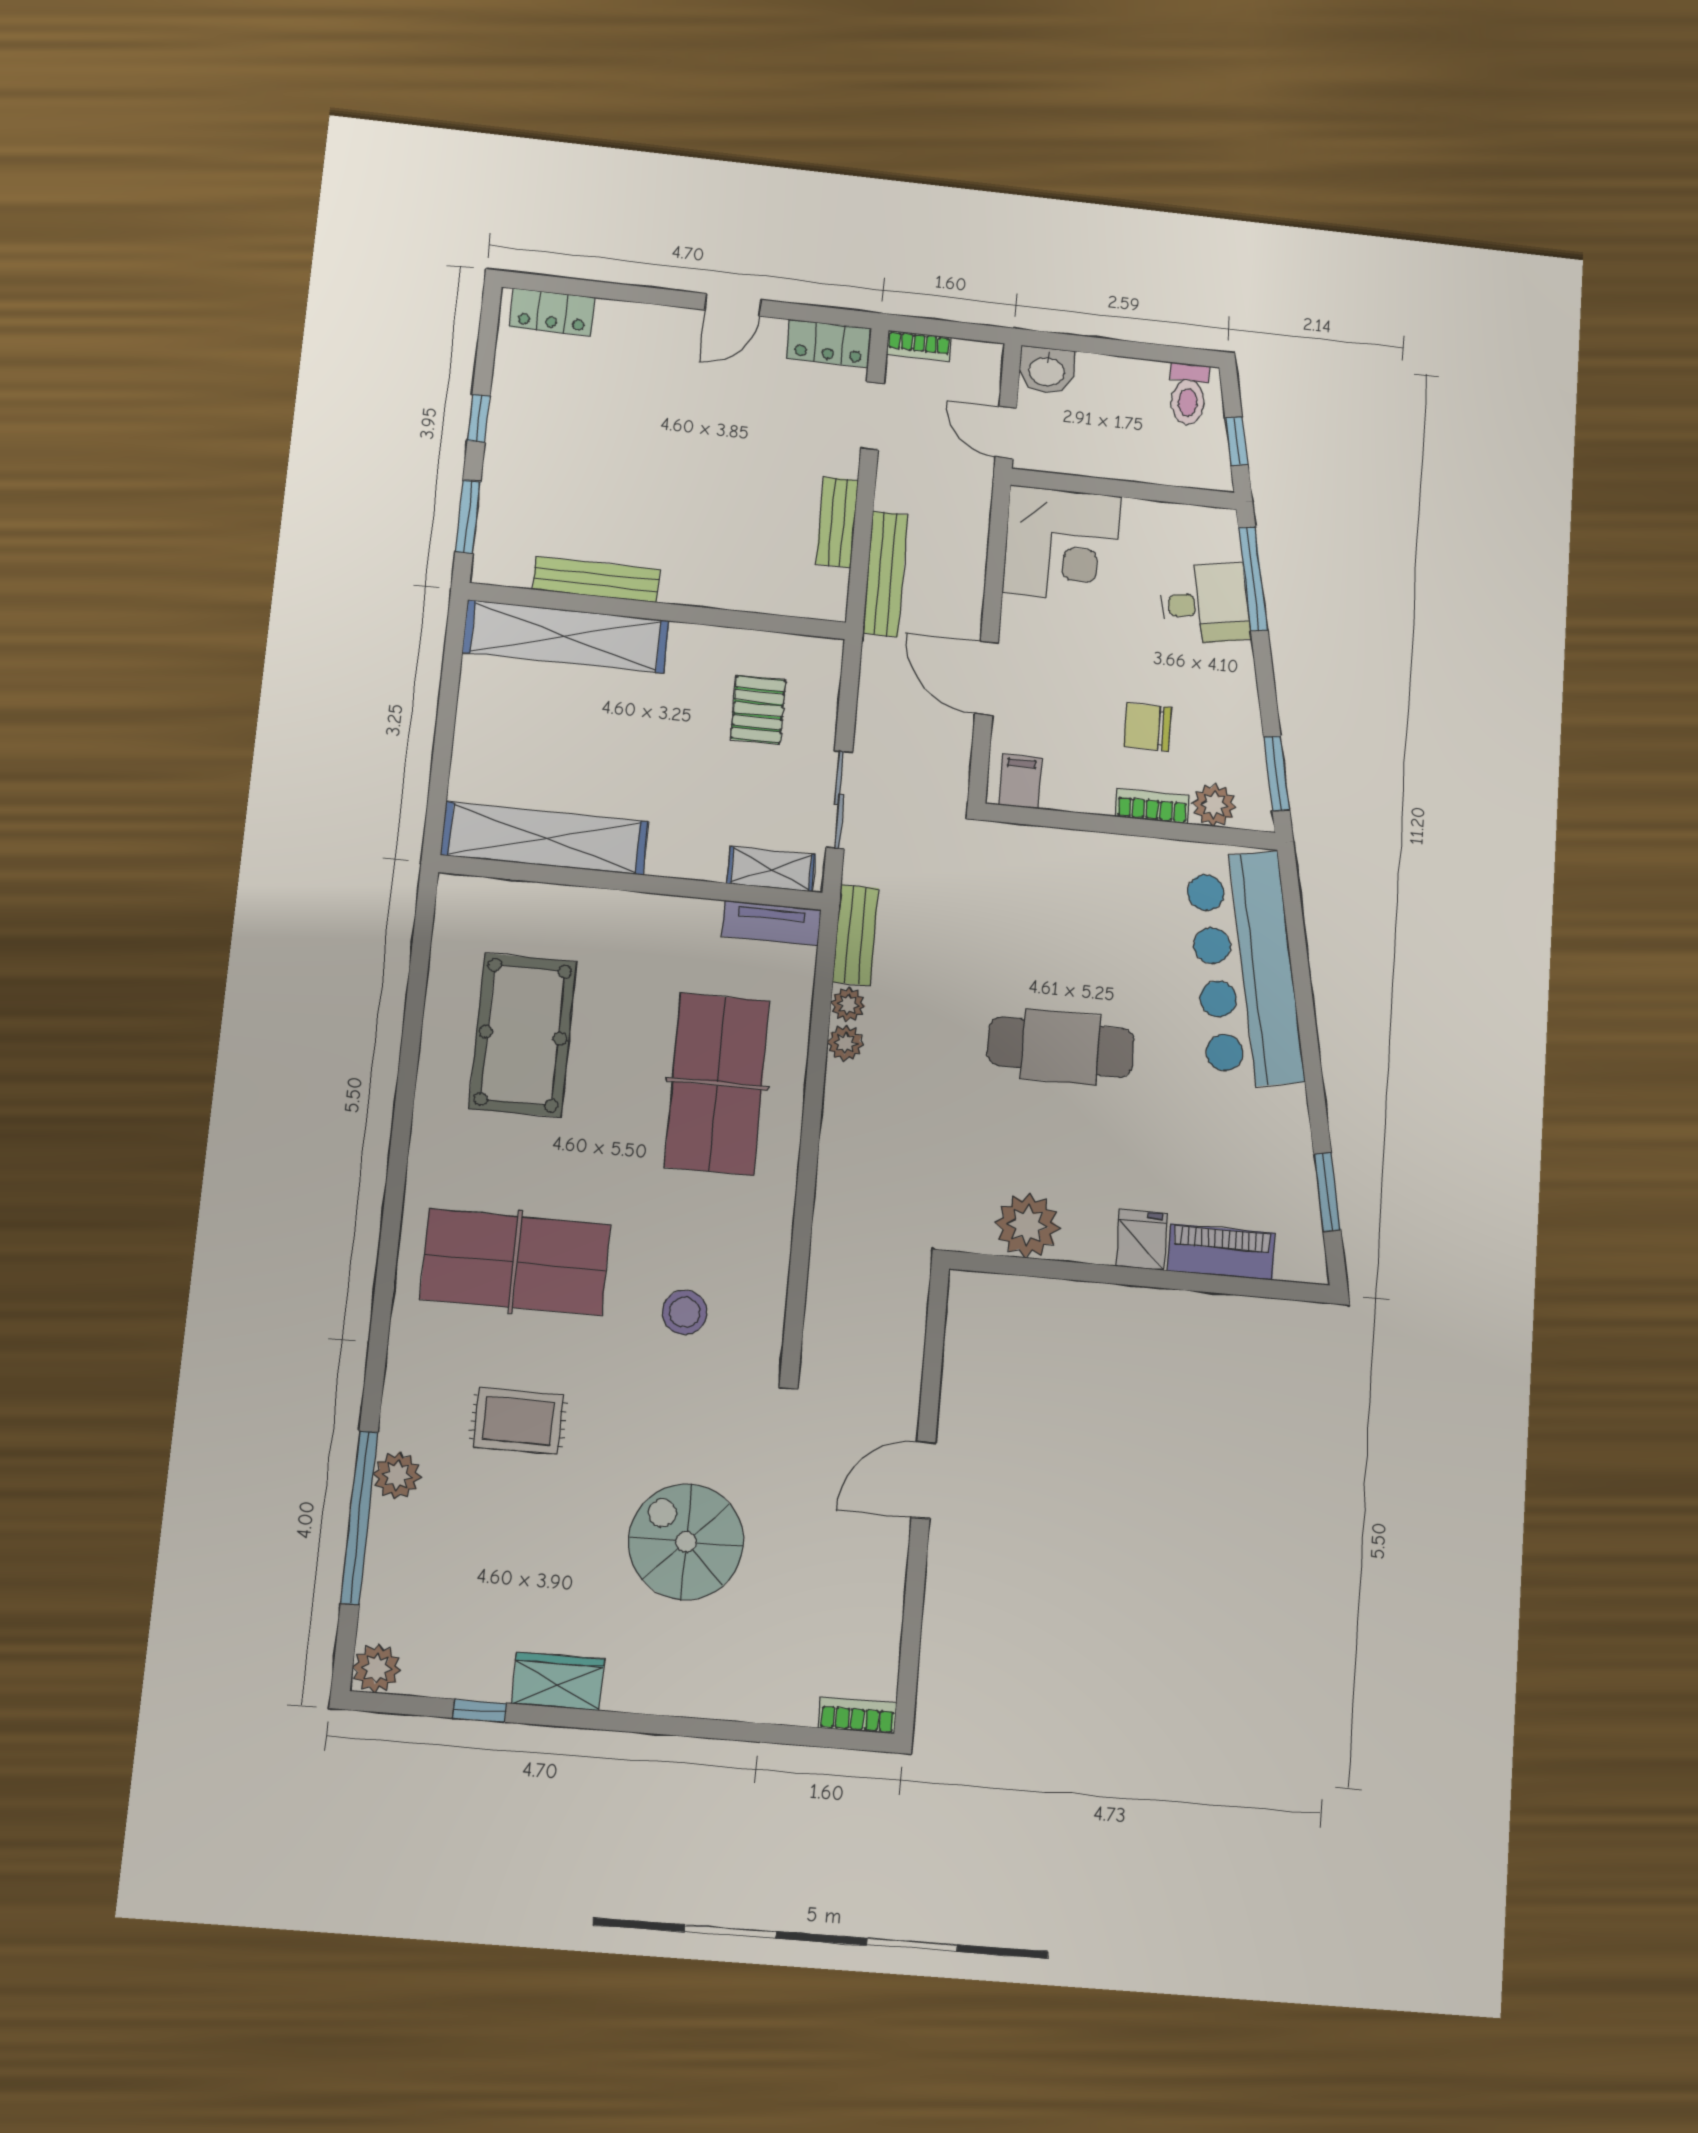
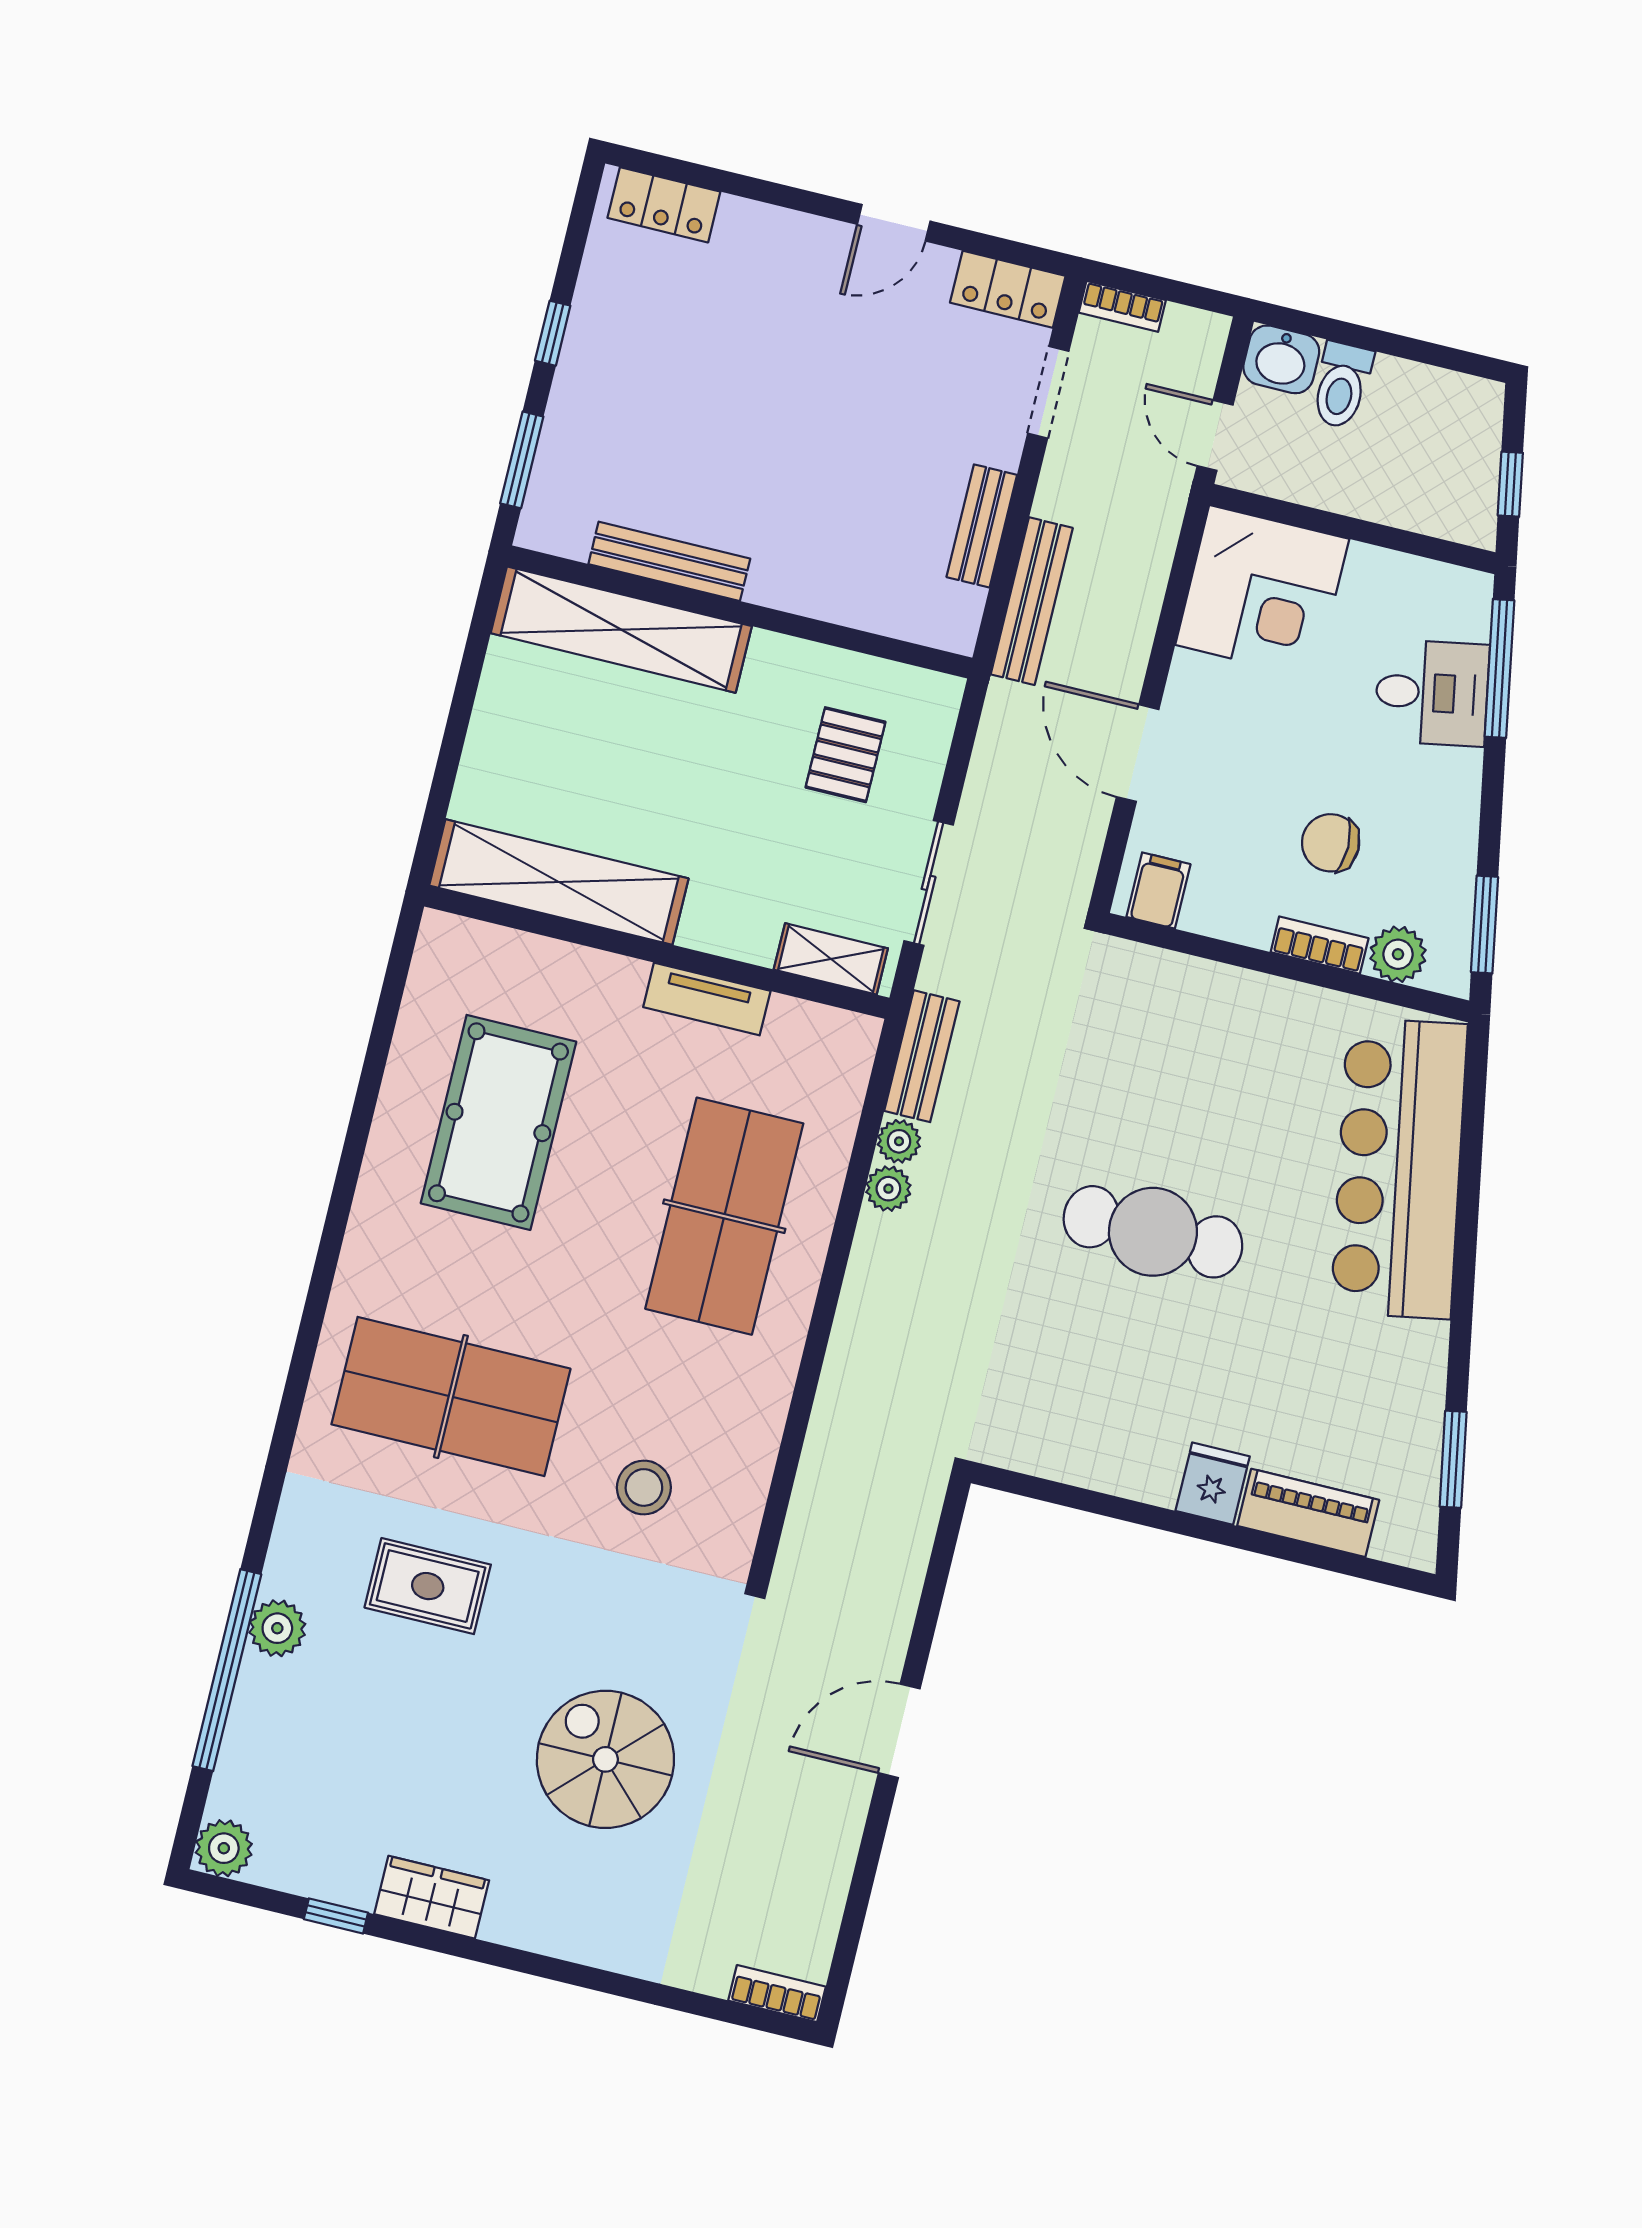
toilet: (1188, 394) -> (1342, 385), moved
tv unit: (771, 923) -> (707, 999), moved
plant: (1027, 1225) -> (1075, 1445), removed

